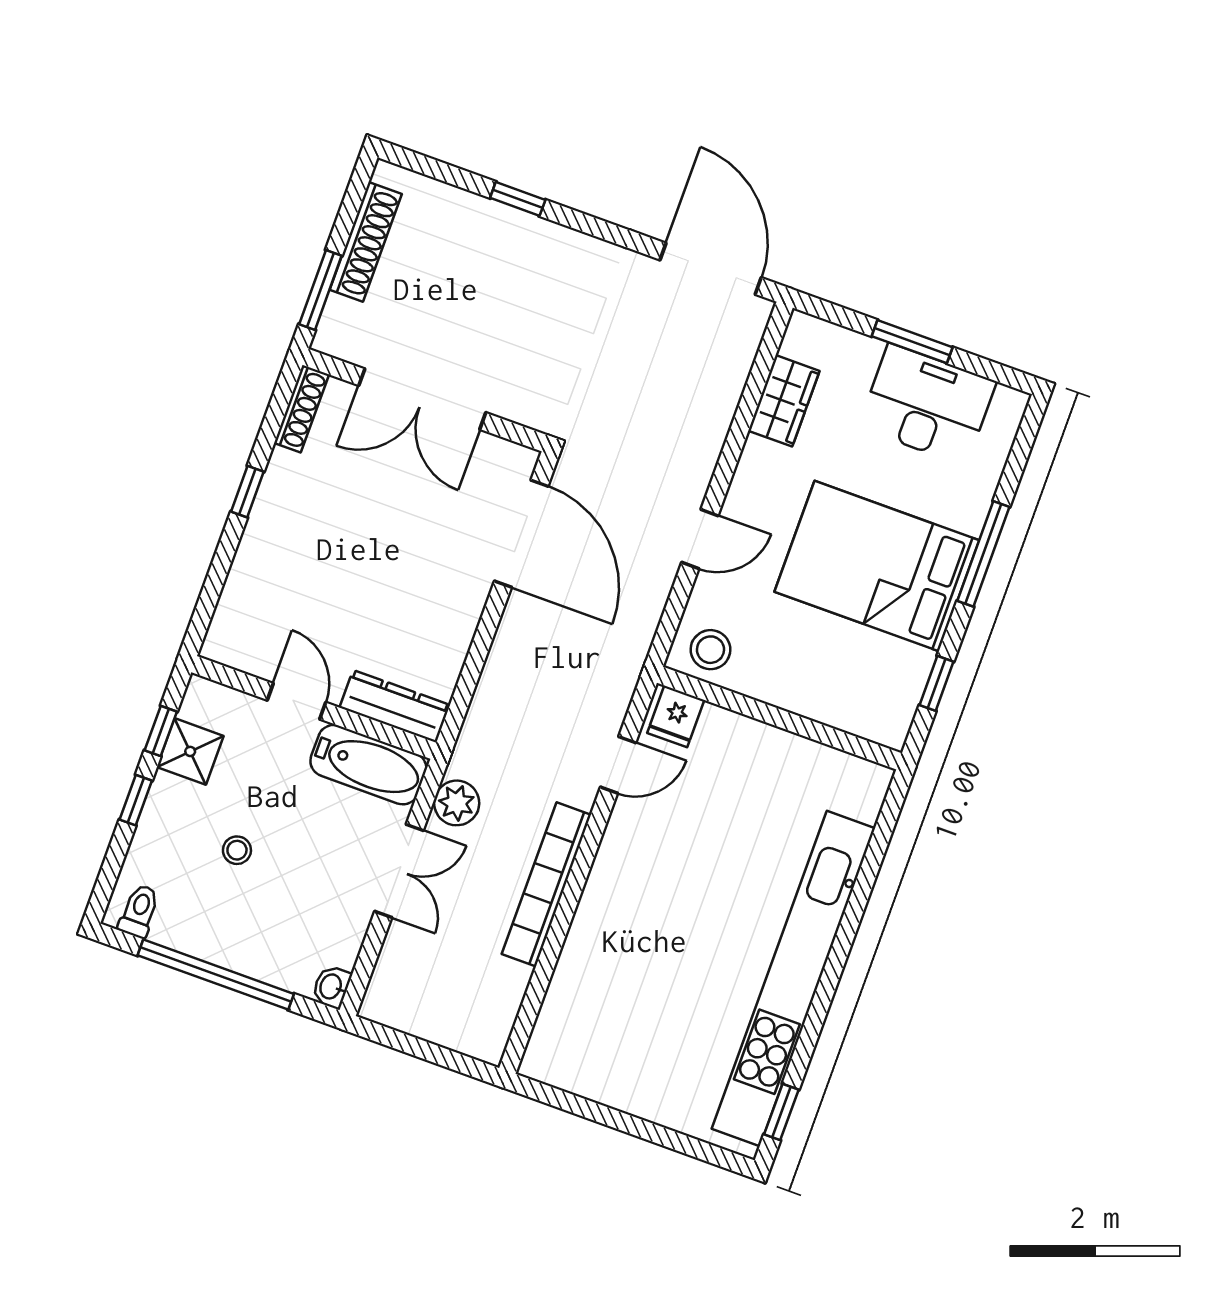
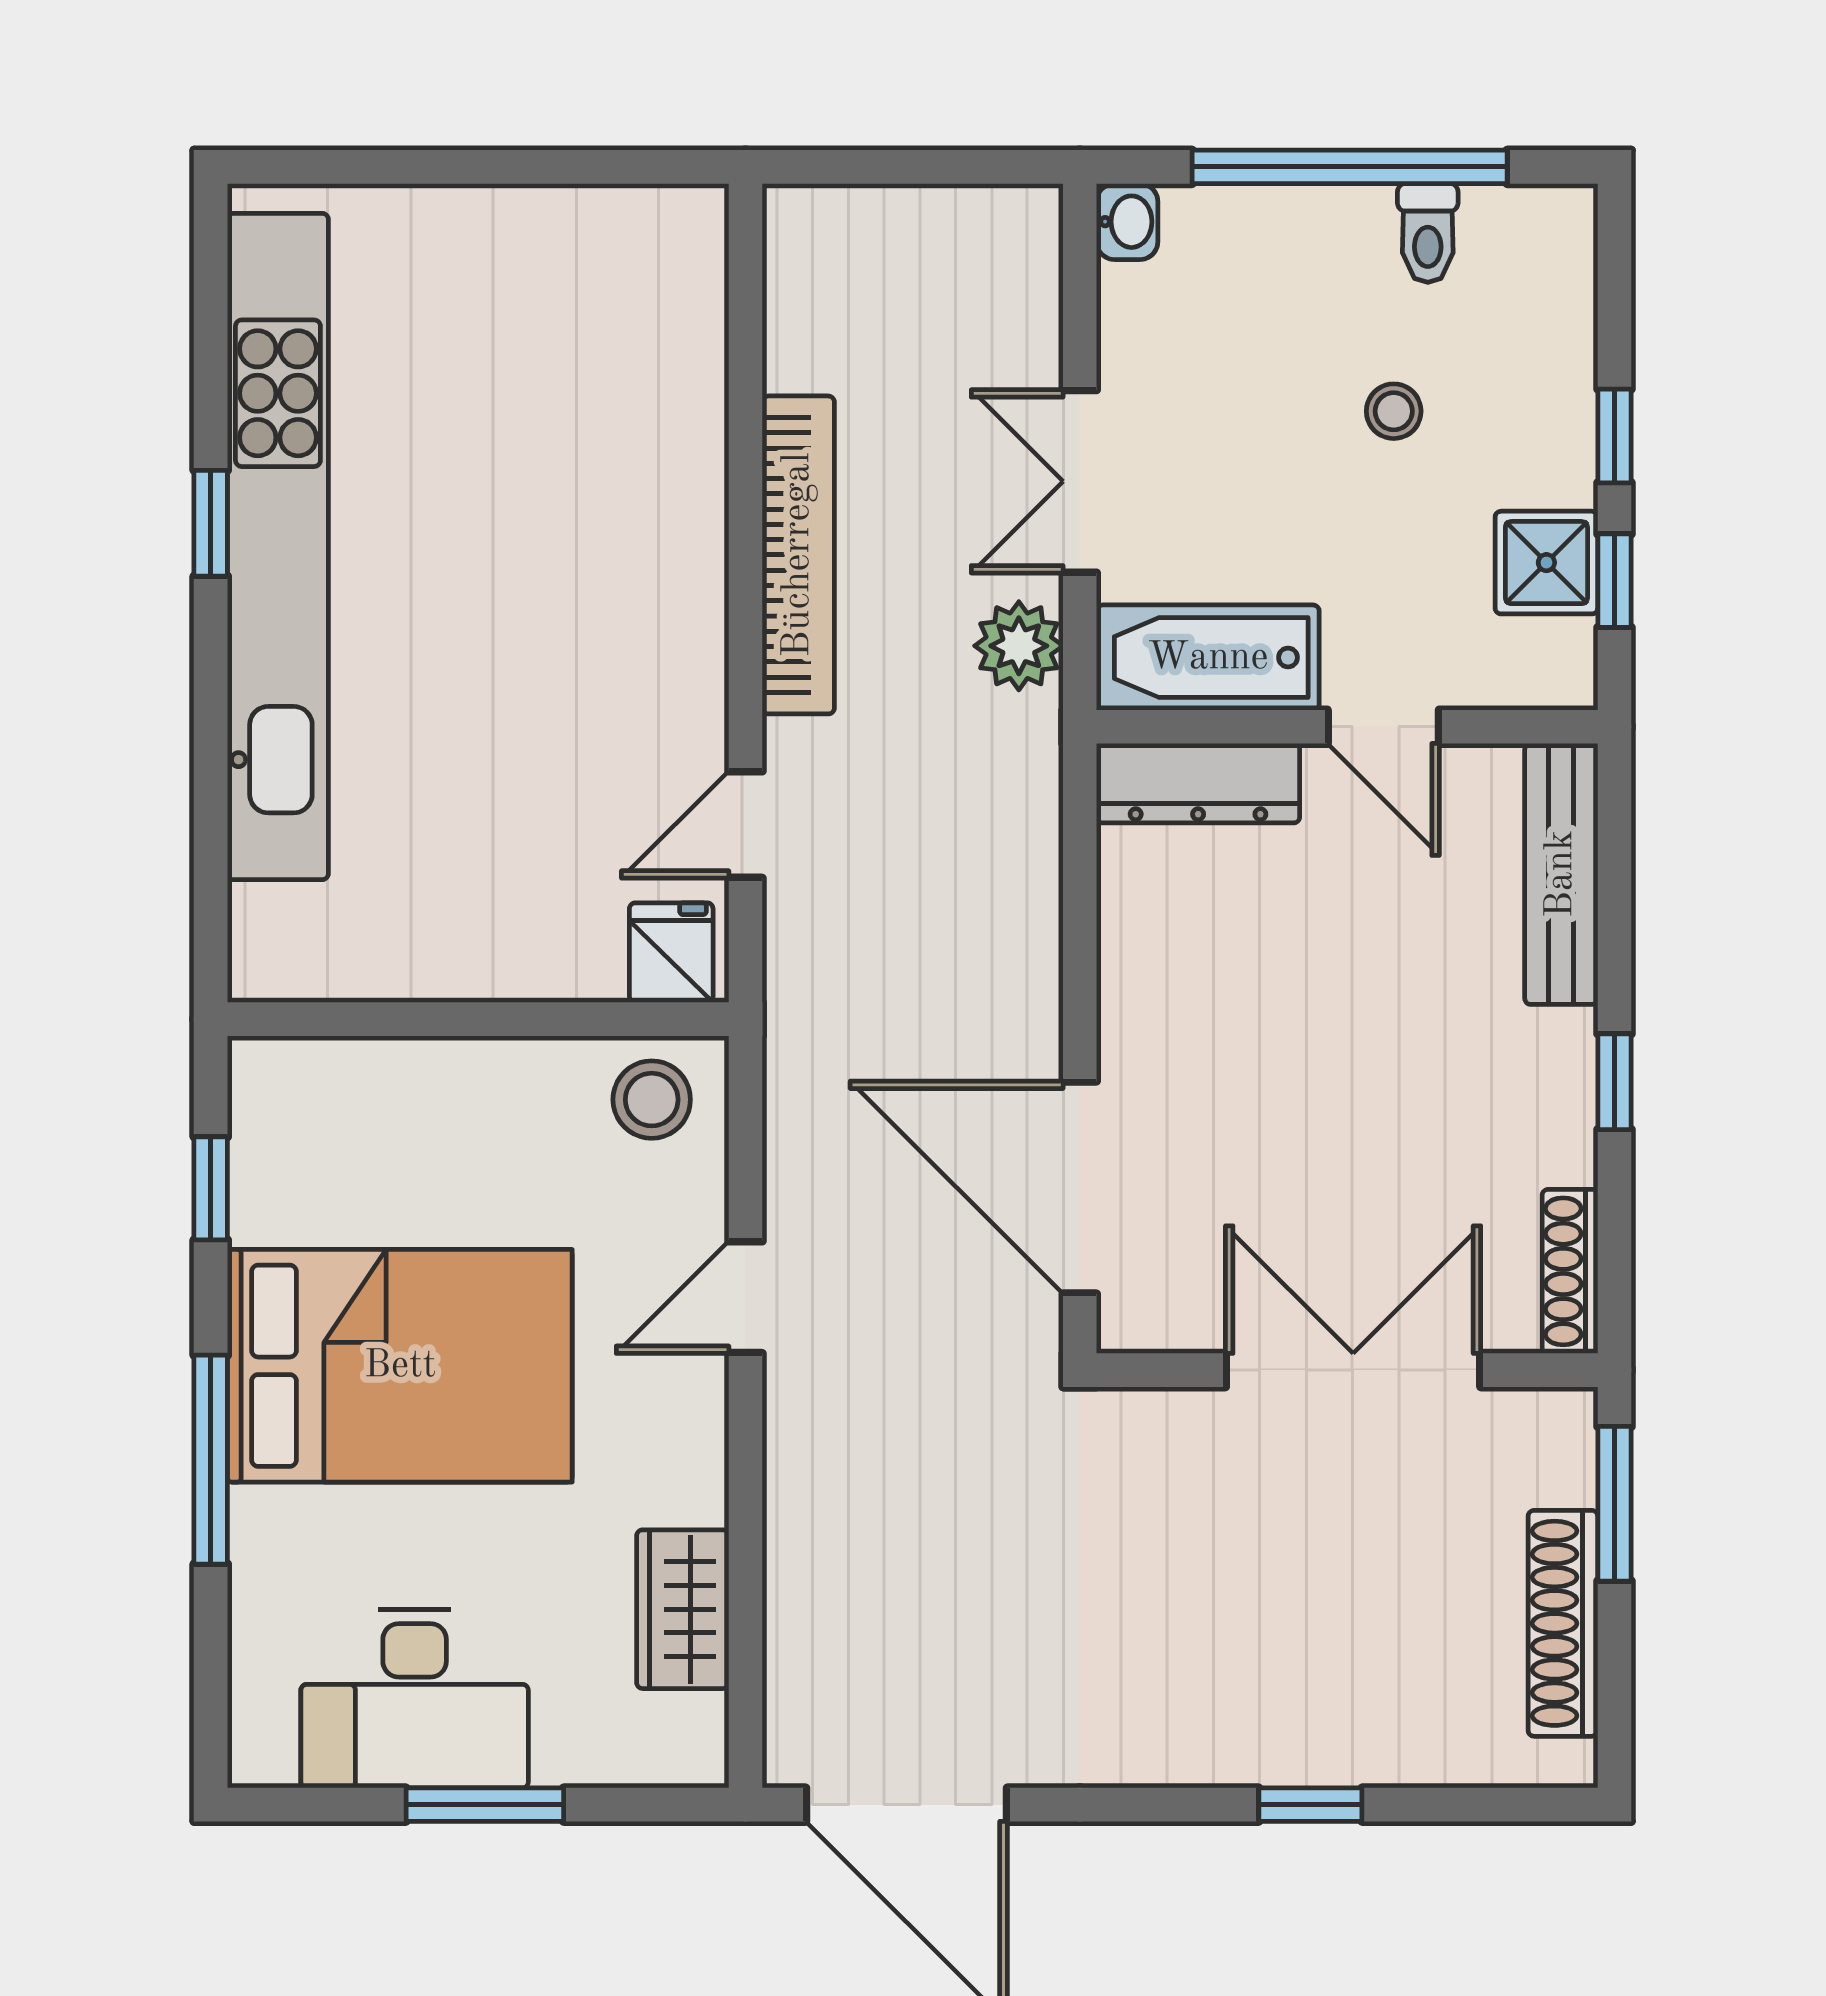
bench: (237, 600) -> (1561, 874), added
toilet: (139, 911) -> (1428, 233), moved
window: (781, 1112) -> (211, 523), moved

